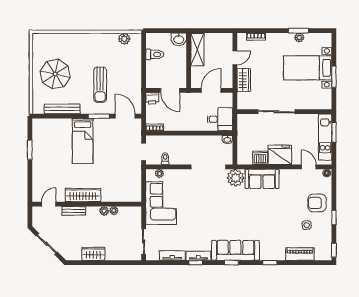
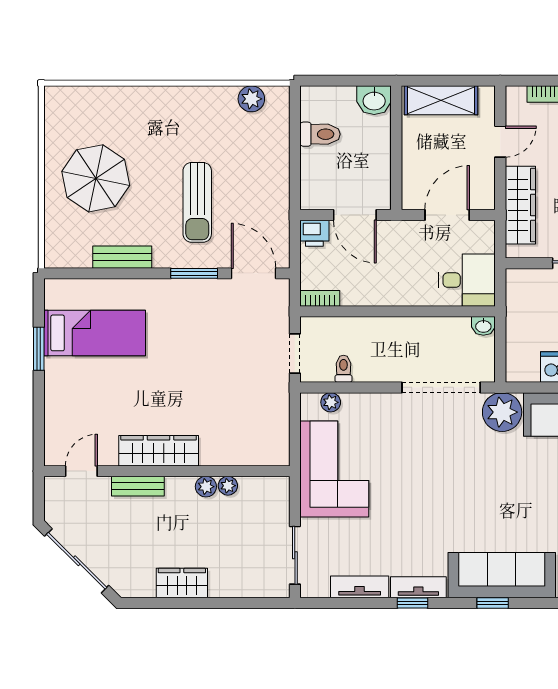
shelving: (197, 50) -> (441, 100), moved, turned 90
wardrobe: (244, 80) -> (520, 205), width x1.50
bench: (62, 109) -> (122, 257), width x0.73
bed: (83, 141) -> (95, 333), moved, turned -90
sliding door: (47, 244) -> (77, 561), width x1.37

